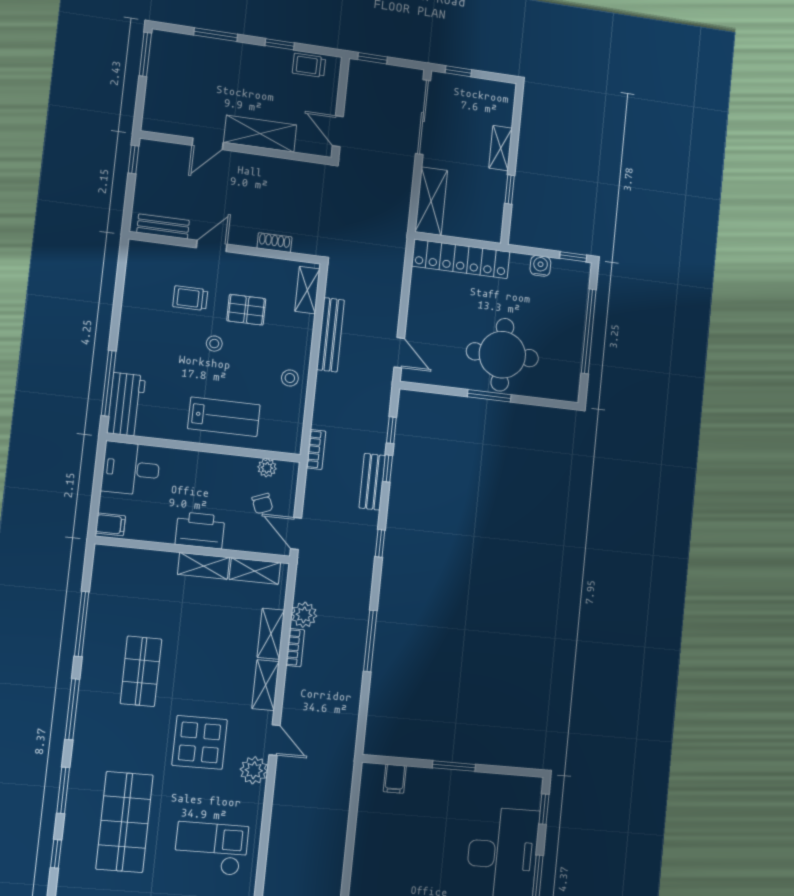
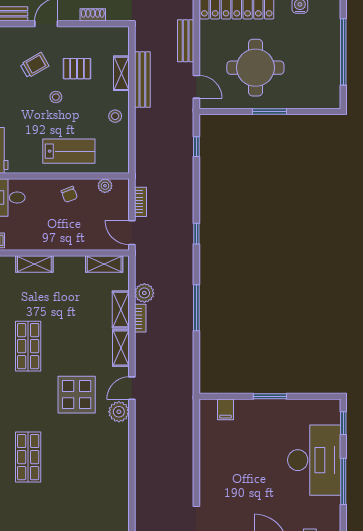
shelving: (307, 290) -> (121, 73), moved
trolley: (190, 298) -> (34, 65), turned 150
round table: (502, 355) -> (255, 68), moved
bookcase: (316, 449) -> (140, 202), moved
window: (388, 468) -> (196, 176), removed
bench: (372, 482) -> (186, 41), moved
chair: (262, 504) -> (69, 194), moved
printer: (200, 530) -> (60, 238), removed
shelving: (204, 566) -> (34, 264), moved
door: (275, 740) -> (132, 388), swing flipped
shop shelf: (124, 822) -> (28, 457), width x0.70, depth x0.74
checkout: (211, 849) -> (93, 472), removed

